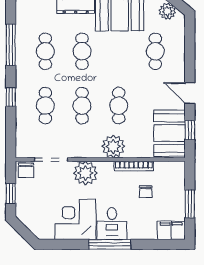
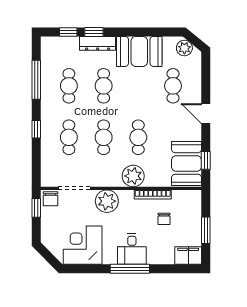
door: (190, 93) -> (206, 114), moved
window: (11, 194) -> (36, 208), moved
corner desk: (75, 219) -> (83, 245), moved

